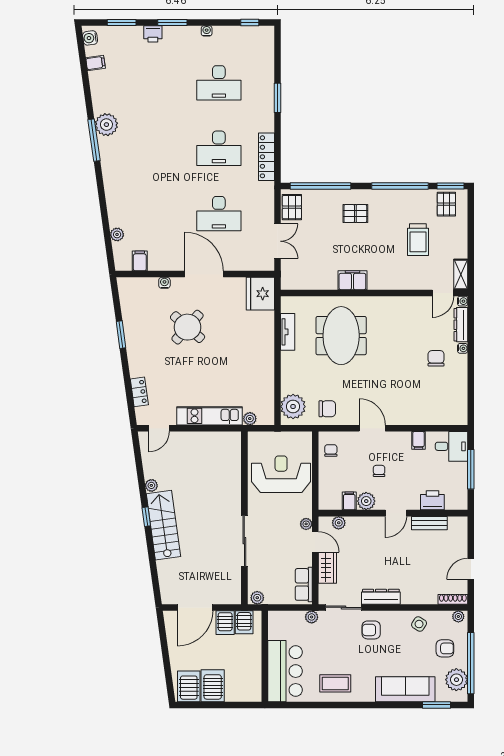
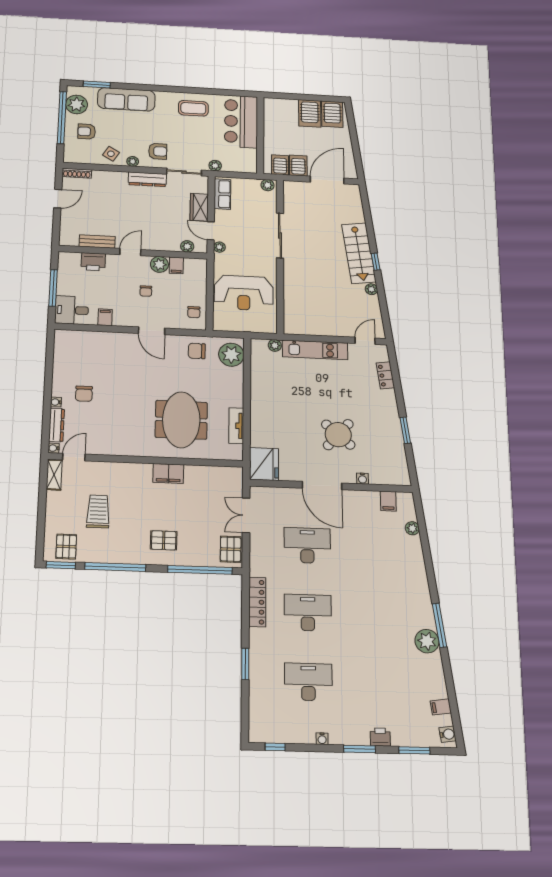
plant: (458, 616) -> (133, 161), moved

